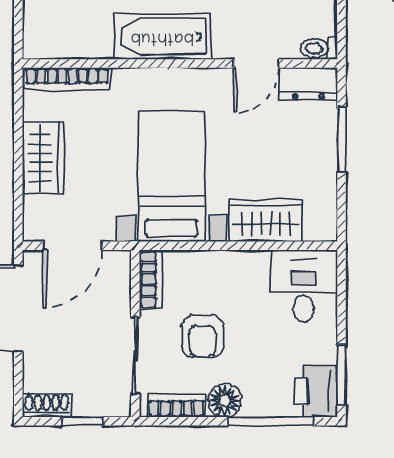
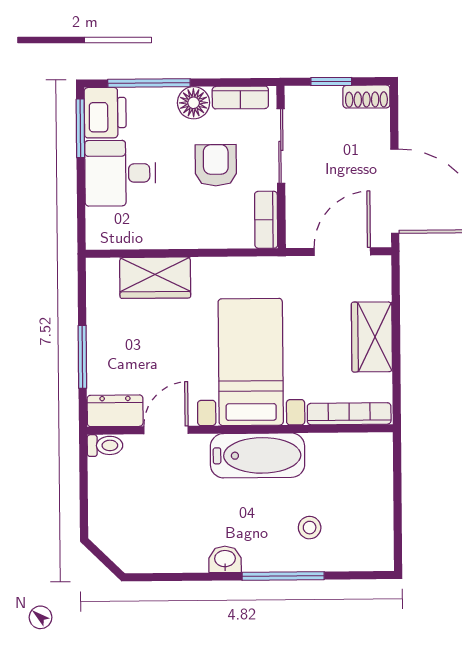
bed with nightstands: (172, 176) -> (251, 362), moved, turned 180
desk: (304, 286) -> (120, 173), moved, turned 90

